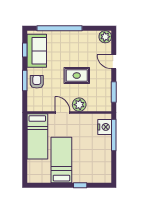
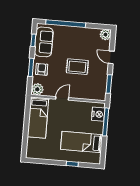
plant: (79, 105) -> (37, 89), moved
door: (63, 113) -> (62, 98), hinge flipped
bed: (61, 160) -> (82, 142), moved, turned -90

